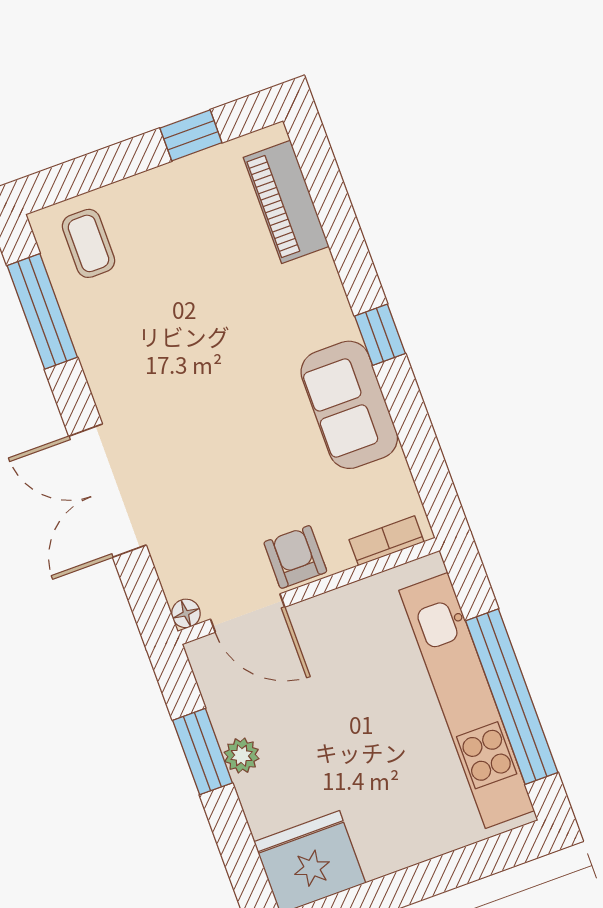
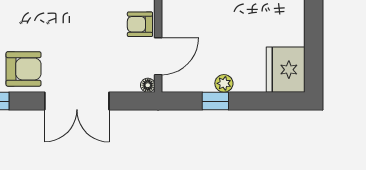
armchair: (131, 368) -> (24, 69), added
window: (202, 752) -> (215, 101), width x0.67

